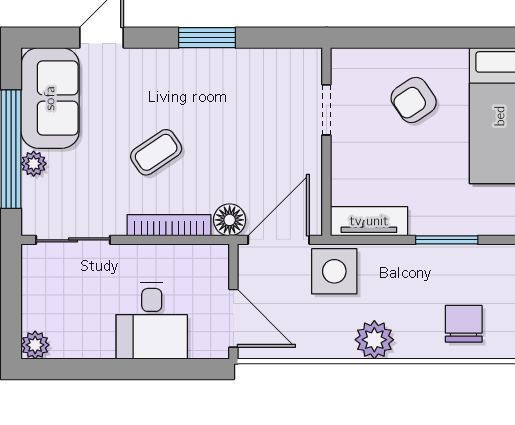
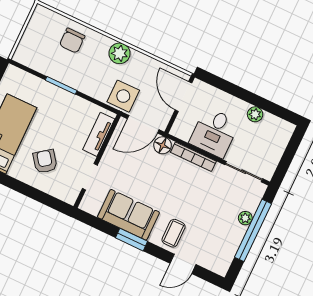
sofa: (50, 98) -> (128, 215), moved, turned 90
armchair: (414, 100) -> (45, 161), turned -93
coffee table: (156, 152) -> (174, 233), moved, turned -56
tv unit: (369, 221) -> (99, 134), moved, turned 90
desk: (152, 321) -> (214, 133), moved, turned 180
plant: (35, 345) -> (255, 114), moved

